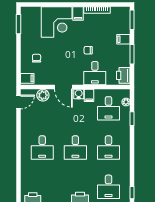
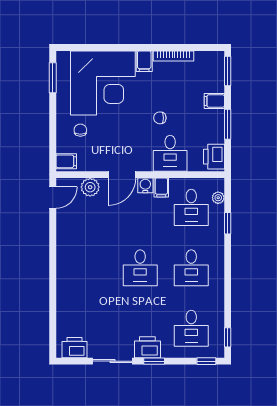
corner desk: (57, 22) -> (103, 83), width x1.36, depth x1.36
door: (63, 87) -> (122, 175), hinge flipped
desk: (42, 148) -> (89, 268), removed

